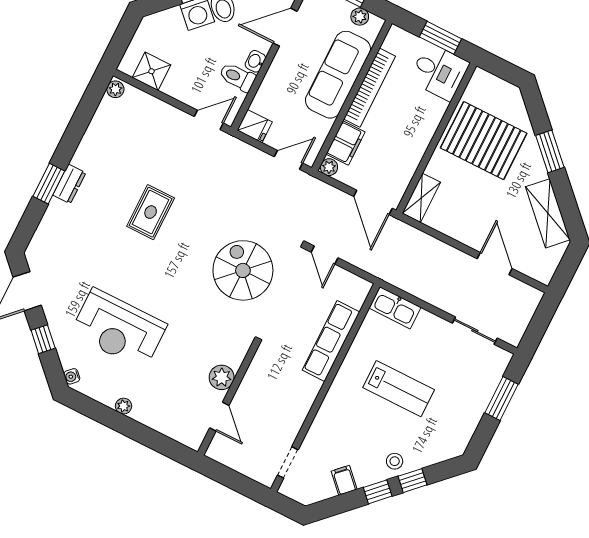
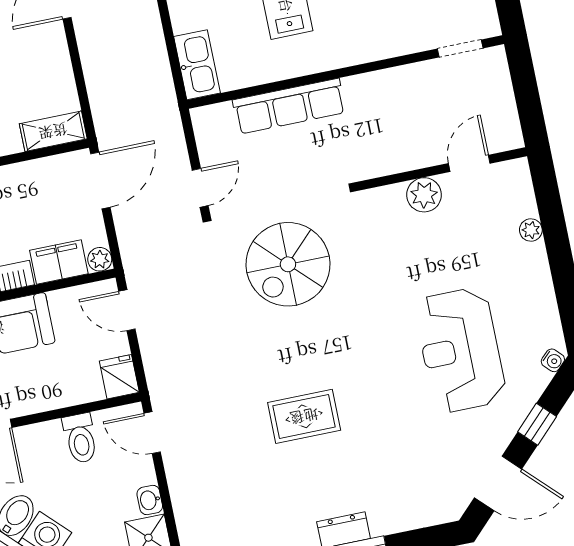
washbasin: (255, 61) -> (150, 500), moved, turned 90
reception desk: (119, 329) -> (460, 350), turned 180
plant: (124, 406) -> (531, 230), moved

